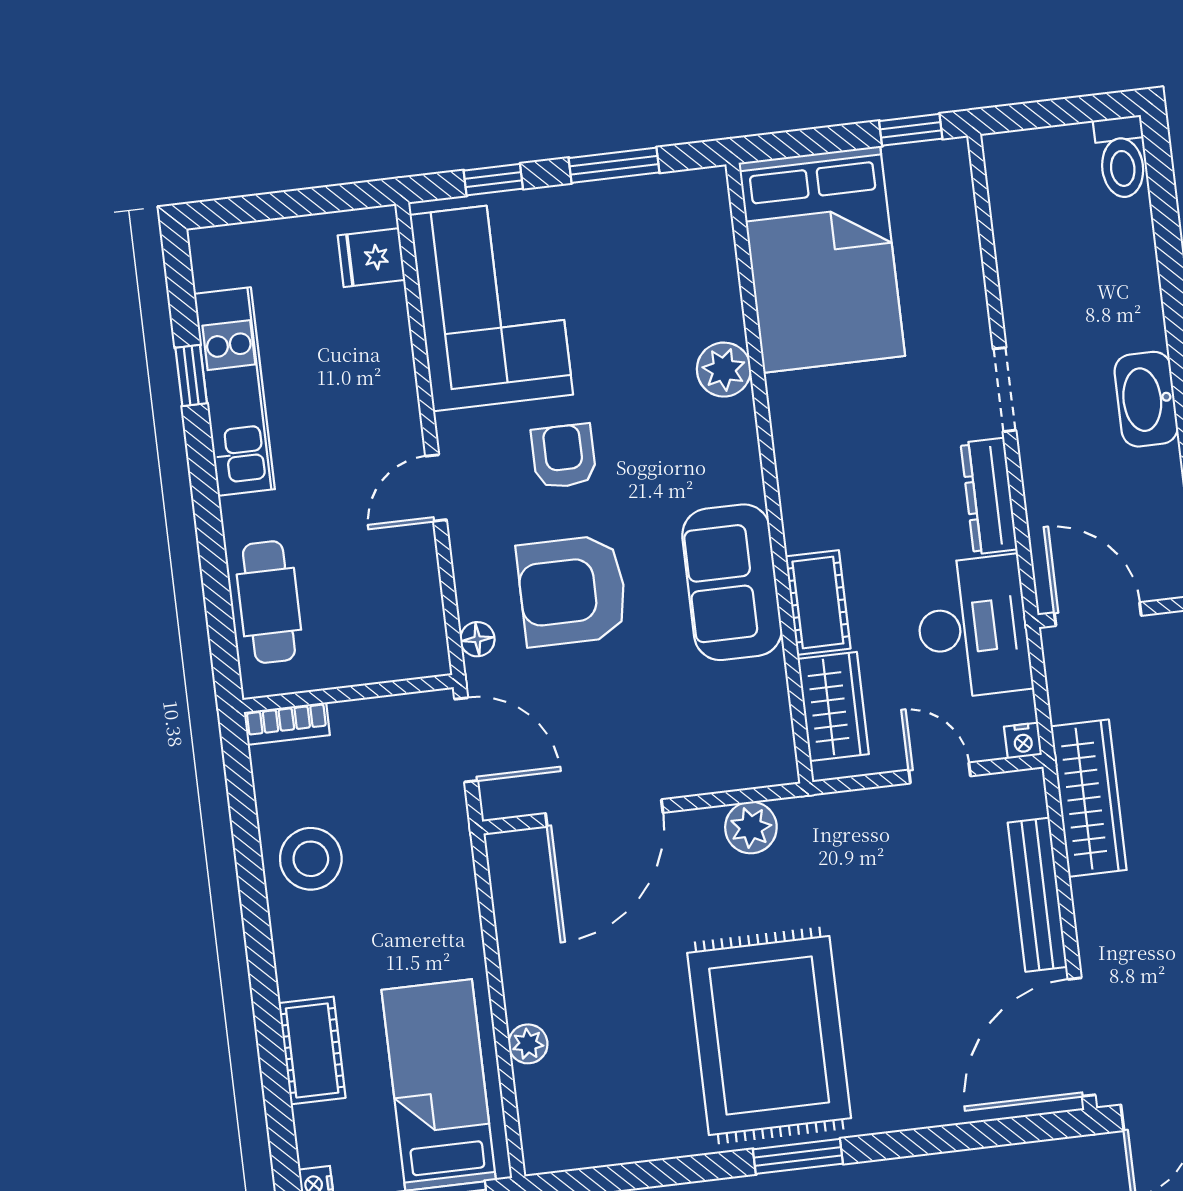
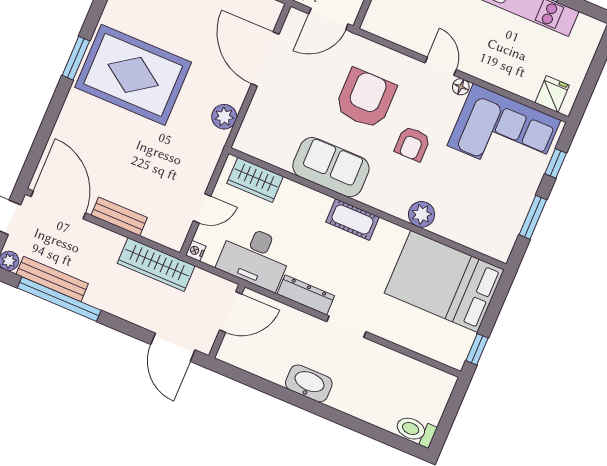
armchair: (564, 456) -> (412, 144), moved, turned 90
cot: (818, 602) -> (352, 219), moved
floor lamp: (477, 639) -> (461, 87), moved
bench: (1037, 895) -> (119, 216), width x0.73

